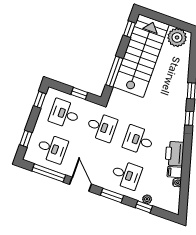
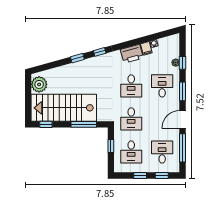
window: (40, 100) -> (140, 176), moved
desk: (102, 127) -> (131, 119), turned 180

